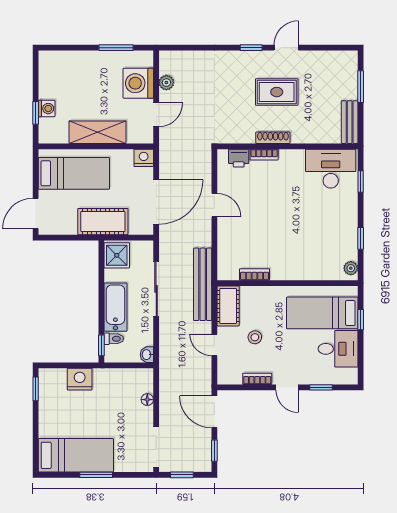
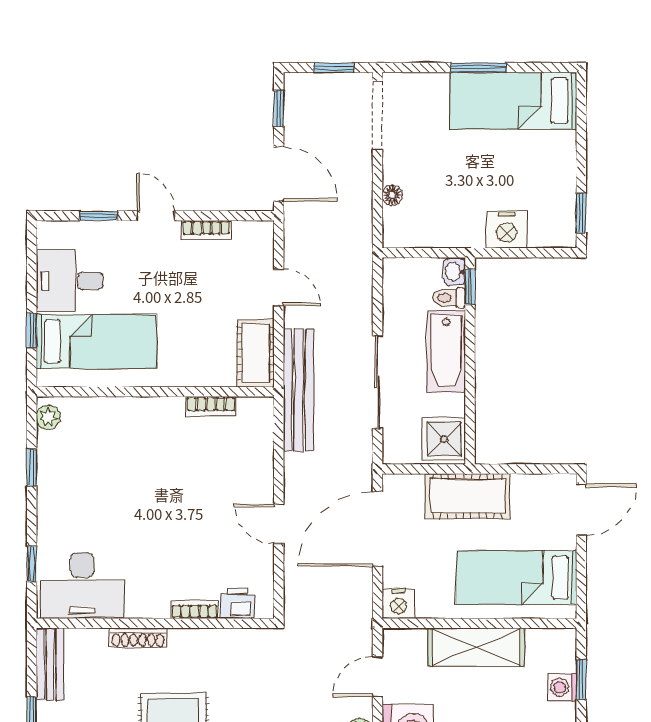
shoe rack: (273, 138) -> (138, 638), moved
stool: (255, 337) -> (210, 300), removed
washbasin: (147, 355) -> (454, 272), moved, turned 180

